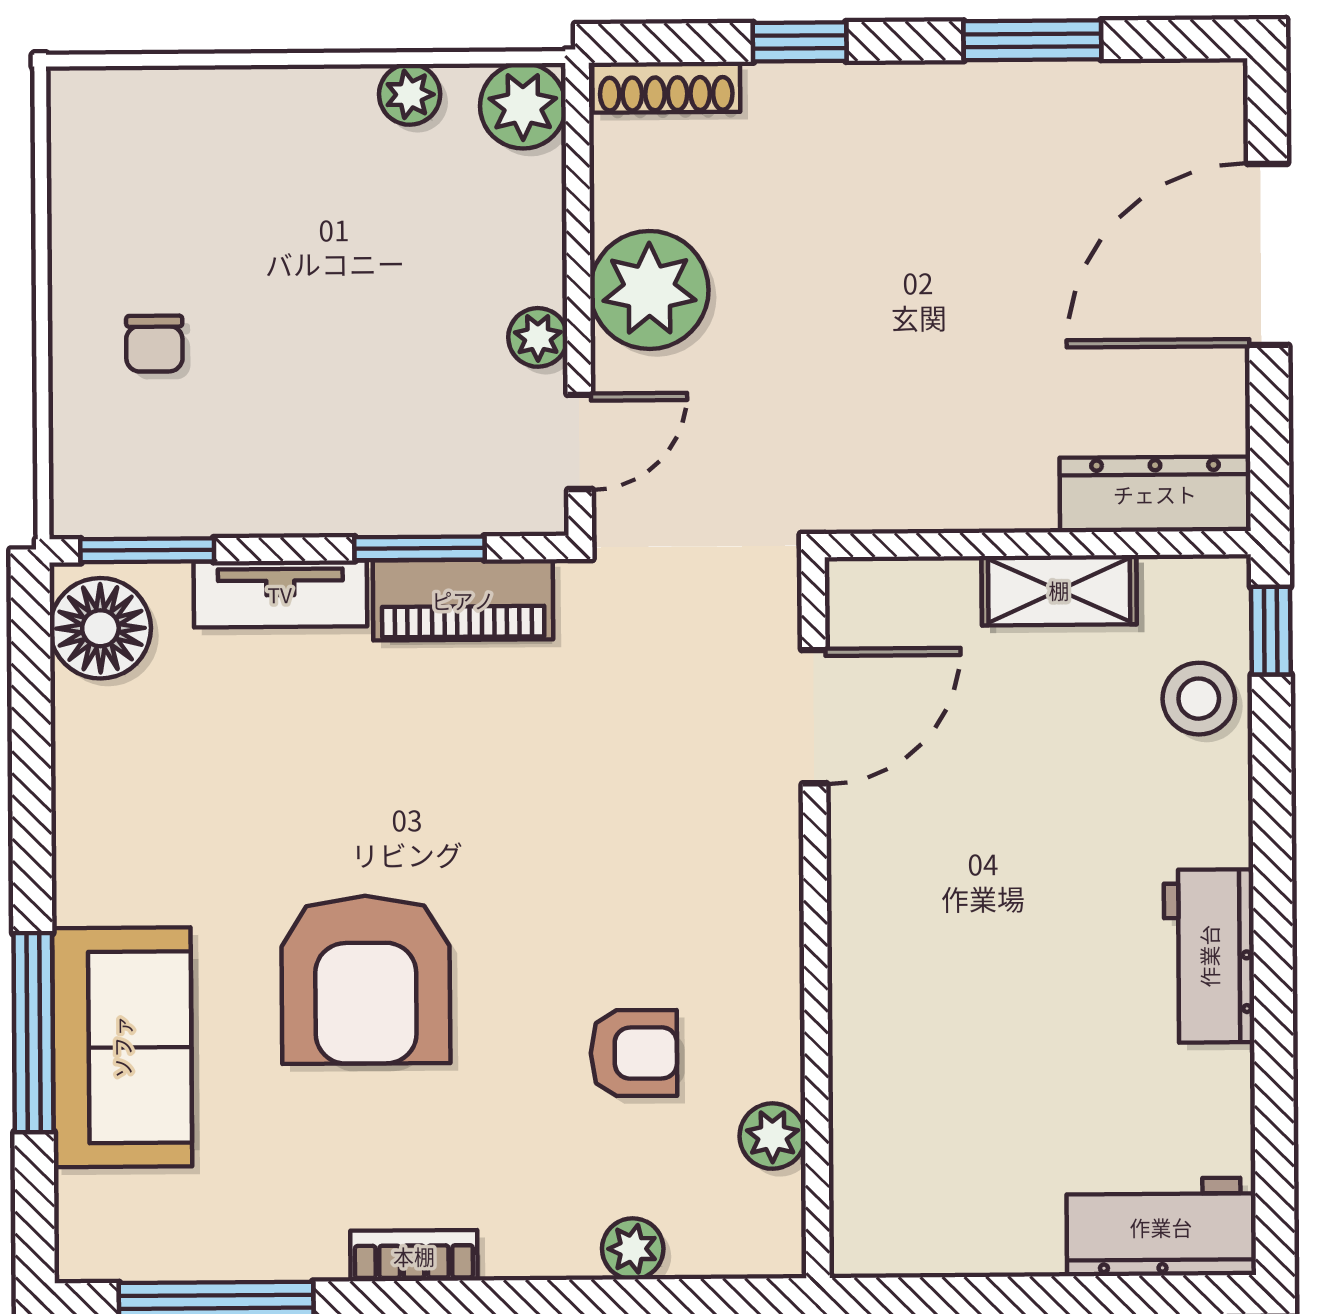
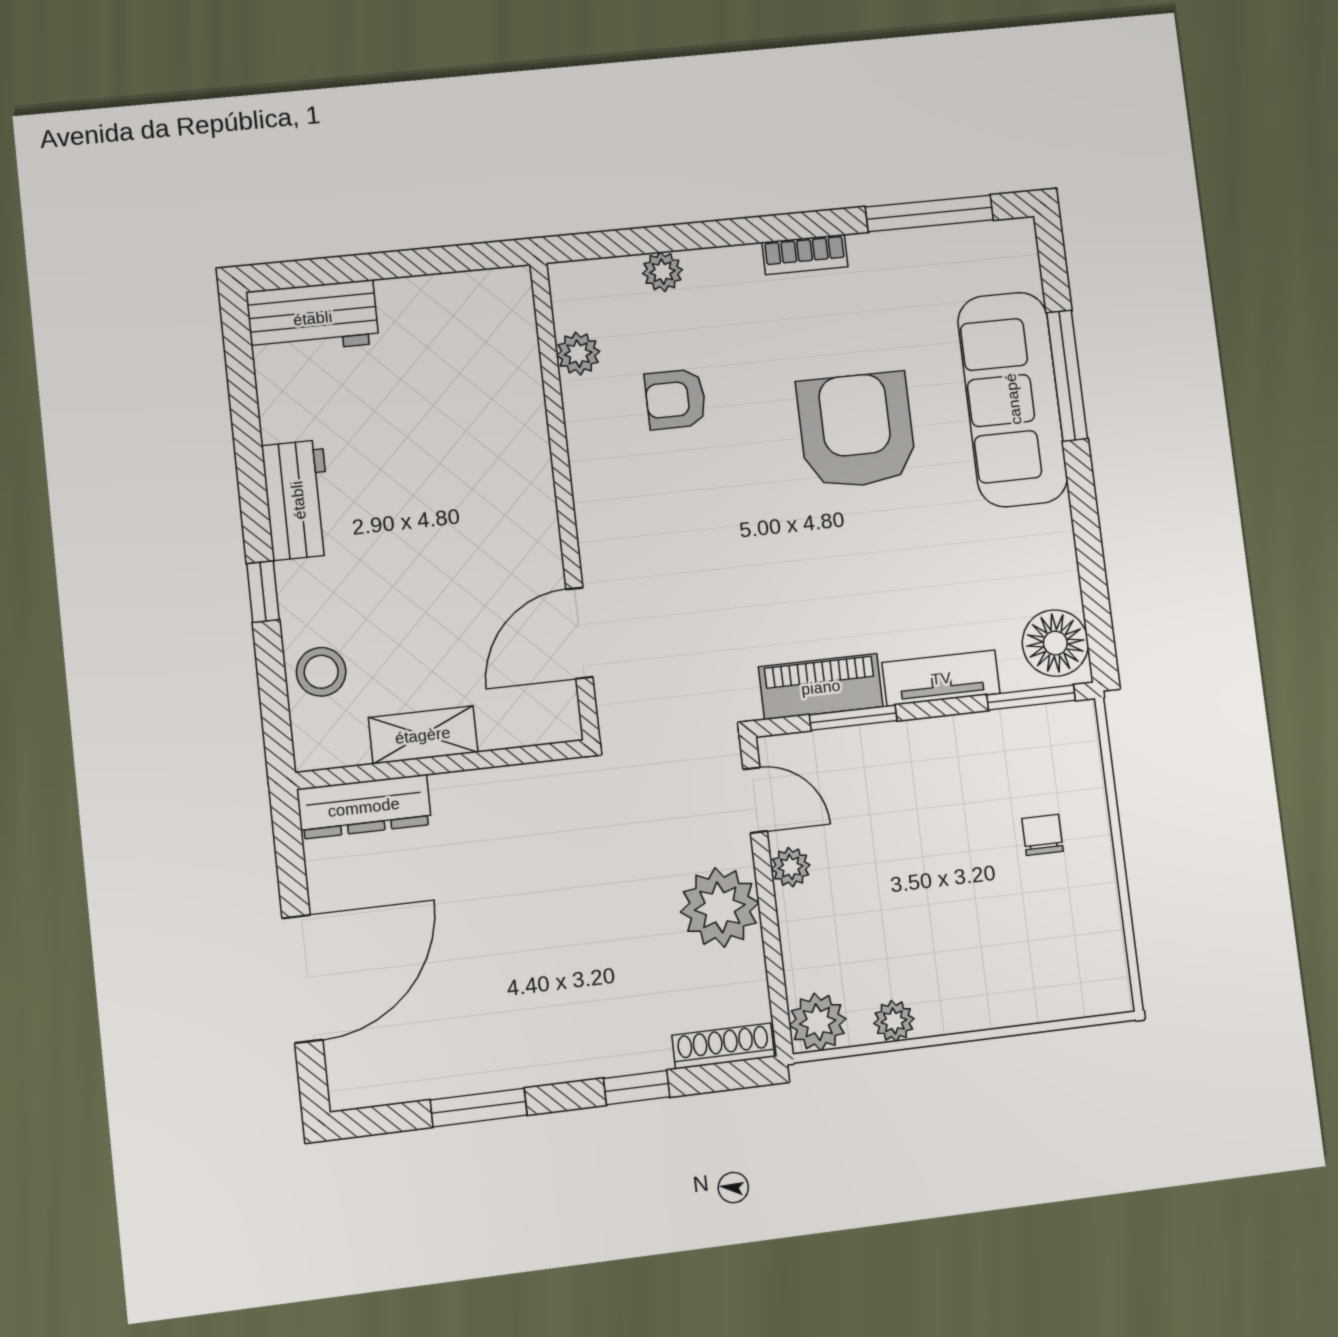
door: (580, 442) -> (755, 800), swing flipped
window: (1271, 631) -> (263, 592), moved
sofa: (122, 1047) -> (1013, 399), width x1.36

